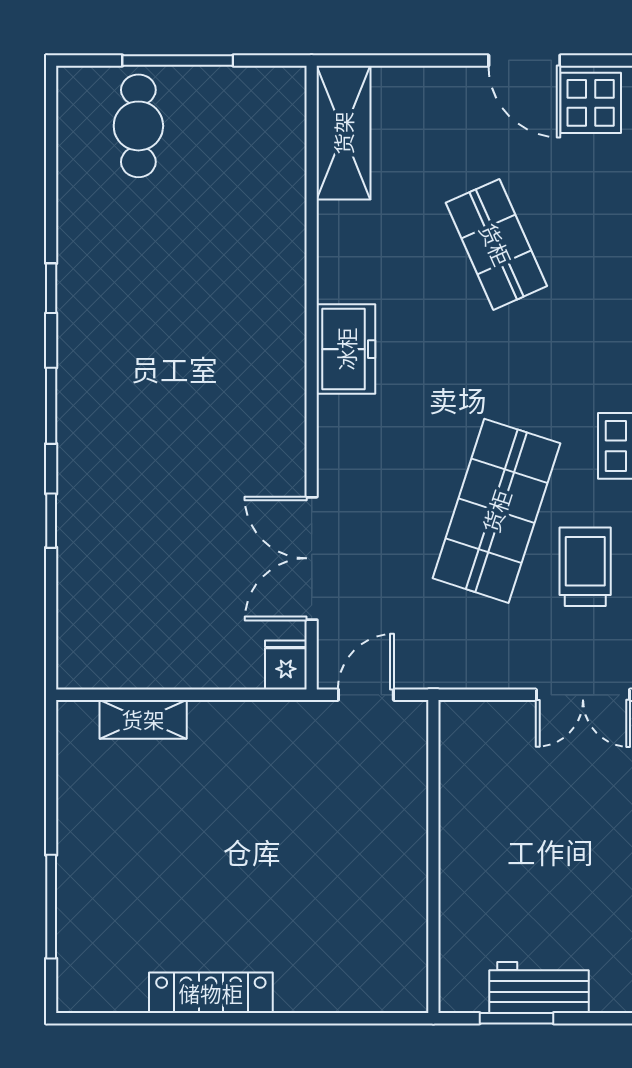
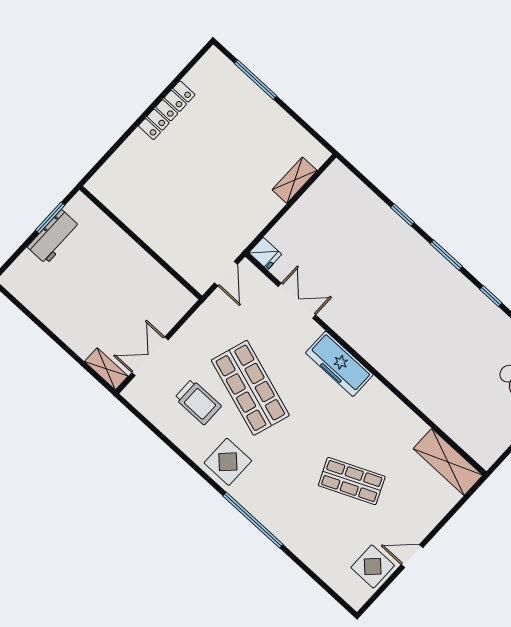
door: (524, 60) -> (412, 556), width x0.73
freezer: (346, 349) -> (339, 364), moved, width x1.40
double door: (312, 558) -> (297, 301), width x0.73

